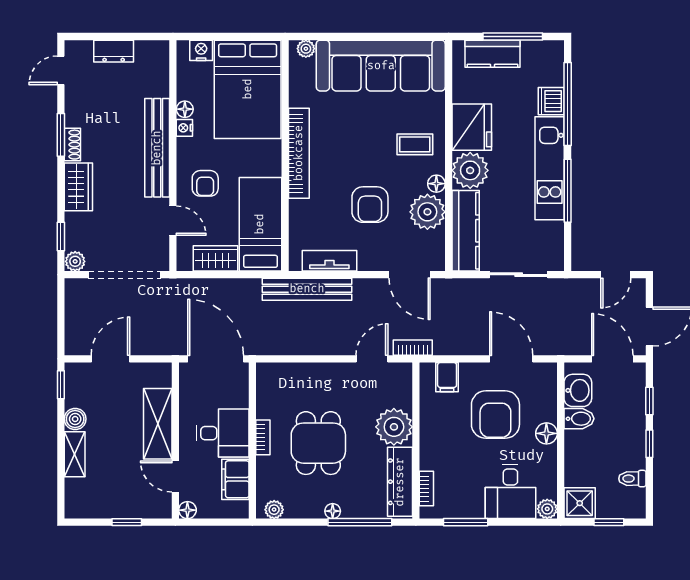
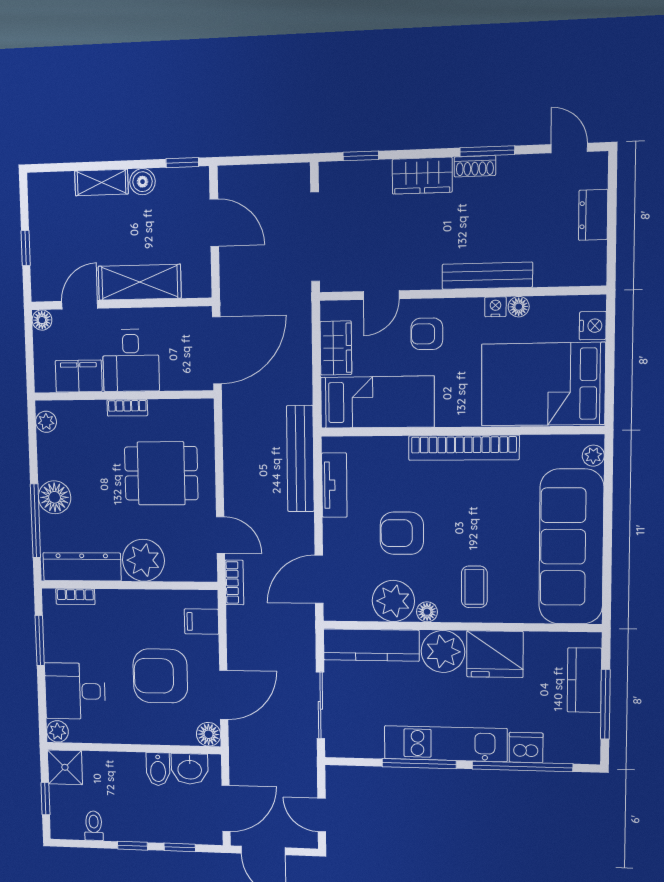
bench: (157, 148) -> (487, 276), width x0.73, depth x0.82
plant: (75, 261) -> (331, 175), removed
floor lamp: (546, 433) -> (209, 734), moved
dining table: (318, 443) -> (161, 473), moved
floor lamp: (333, 511) -> (55, 497), width x1.89, depth x1.89

